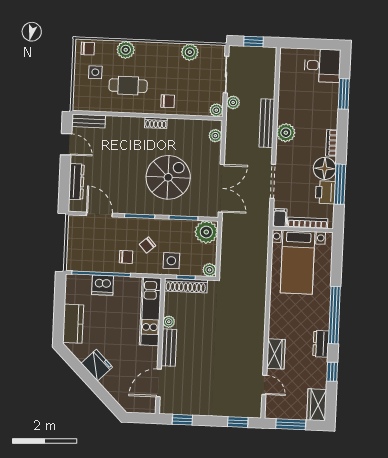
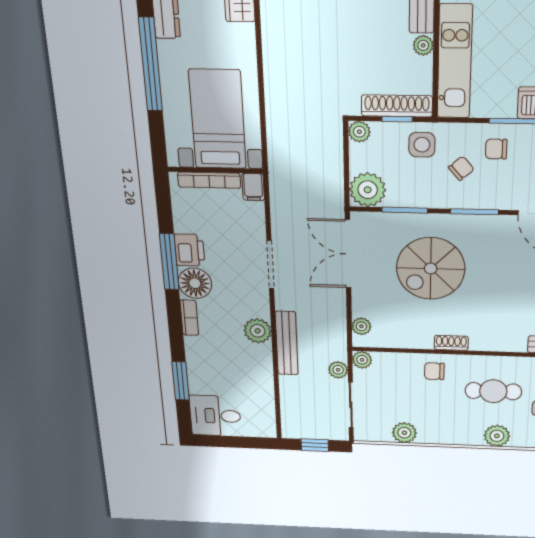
filing cabinet: (280, 218) -> (253, 187), moved
bookcase: (308, 223) -> (209, 180), moved
wall: (303, 229) -> (215, 170), moved
bed with nightstands: (298, 262) -> (218, 119), moved

